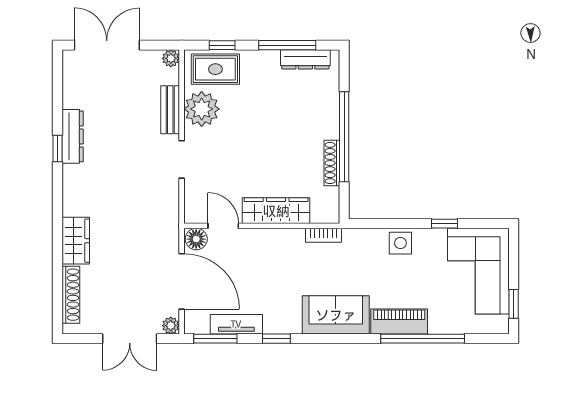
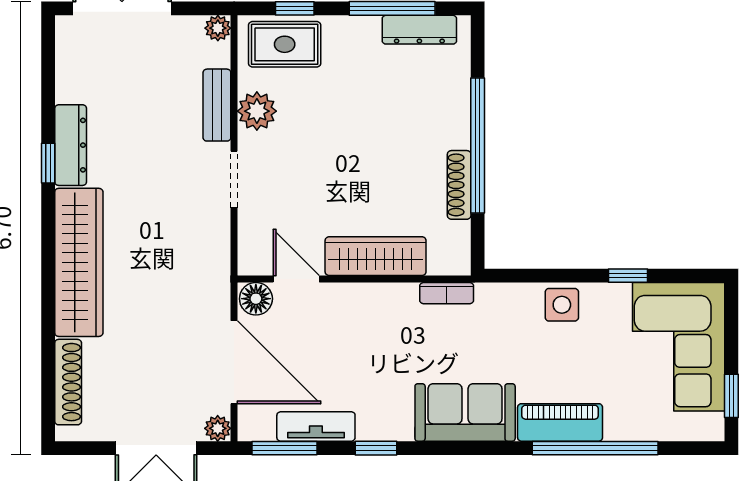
plant: (202, 109) -> (257, 111), width x0.73, depth x0.73
wardrobe: (76, 241) -> (79, 262), width x2.10, depth x1.17

